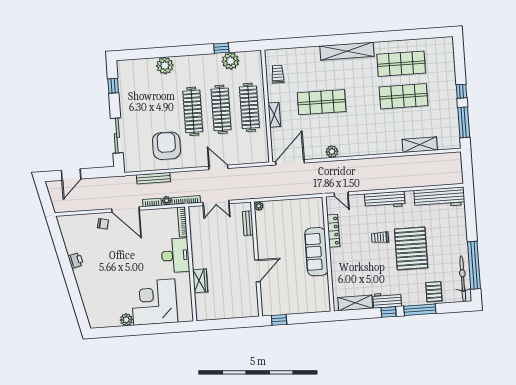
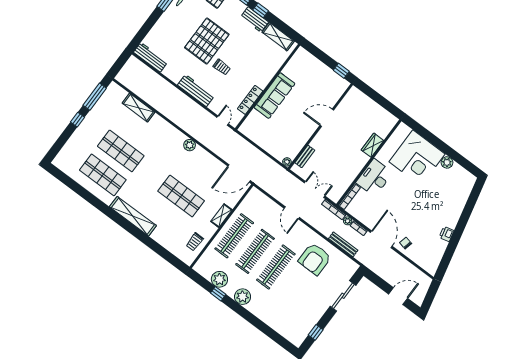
plant: (165, 66) -> (243, 297), moved
plant: (332, 152) -> (190, 145), moved
workbench: (439, 197) -> (151, 57), width x0.73, depth x0.76

